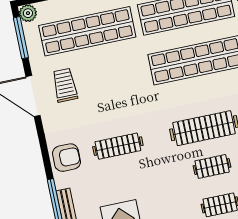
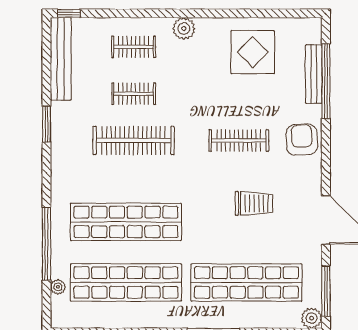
trolley: (65, 85) -> (254, 203), moved, turned -90
armchair: (66, 158) -> (302, 140), turned 87

